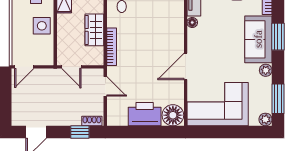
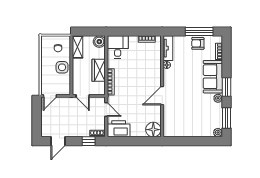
window: (278, 37) -> (226, 87), moved
corner sofa: (218, 104) -> (184, 122), removed
printer: (145, 114) -> (119, 129), moved

